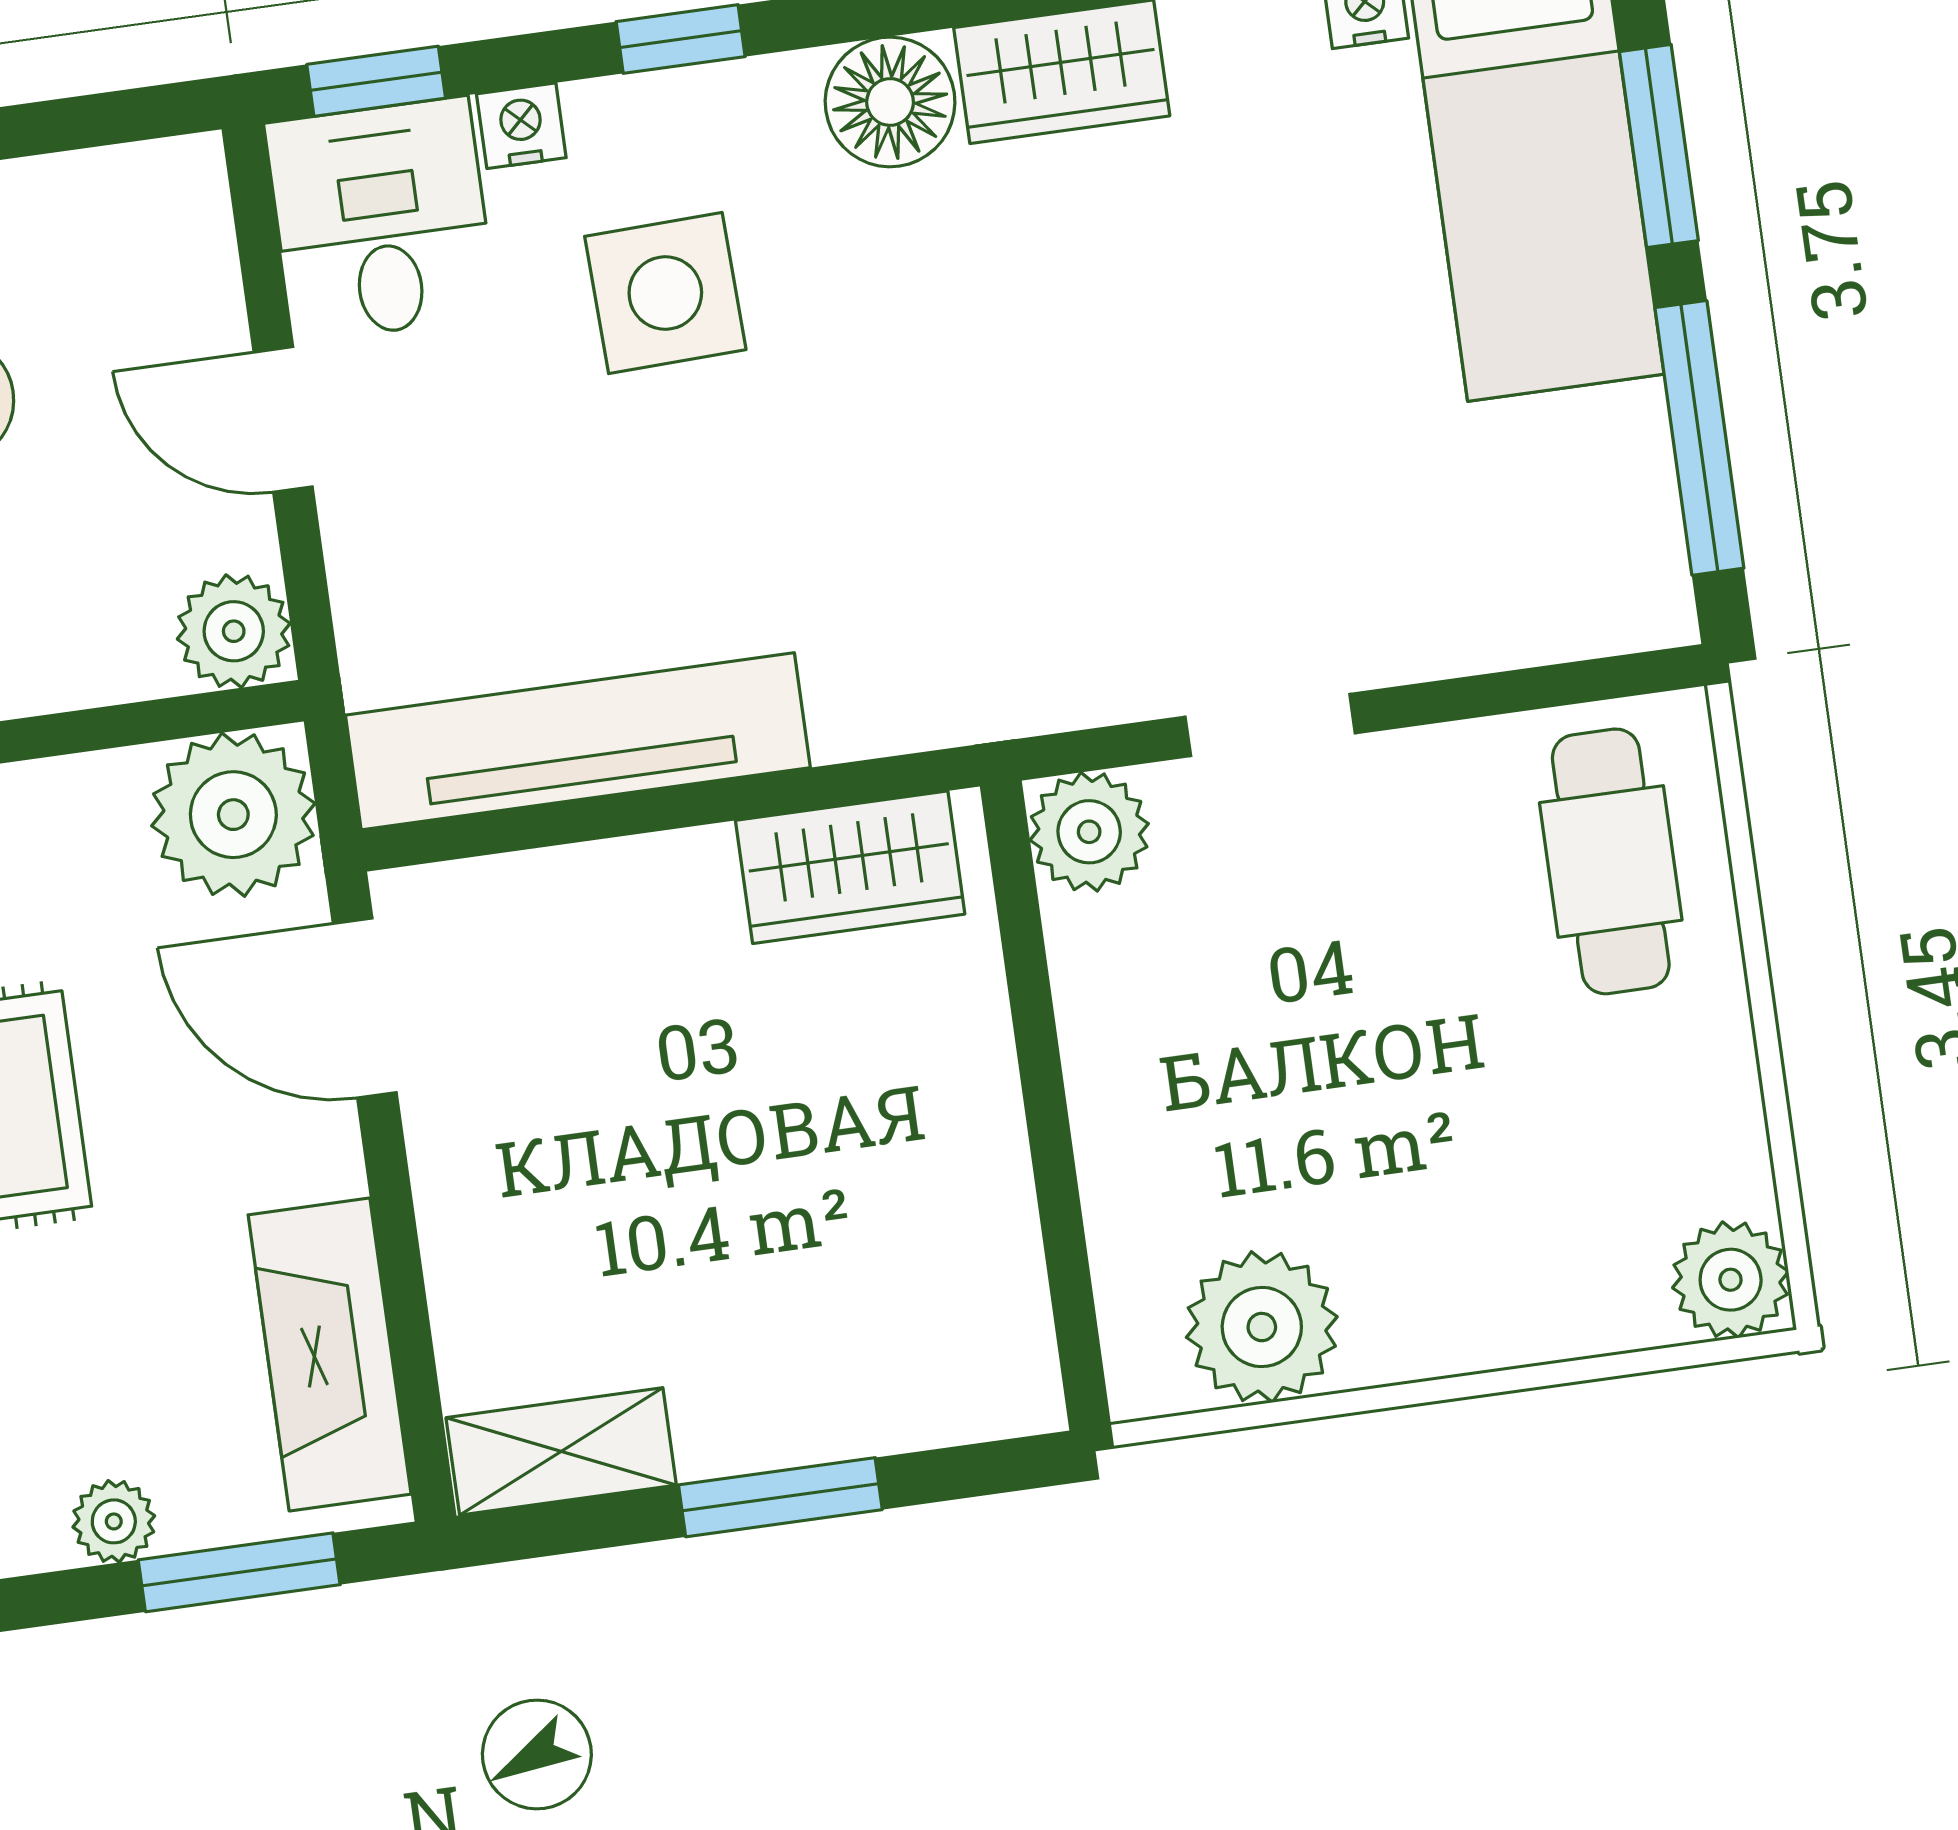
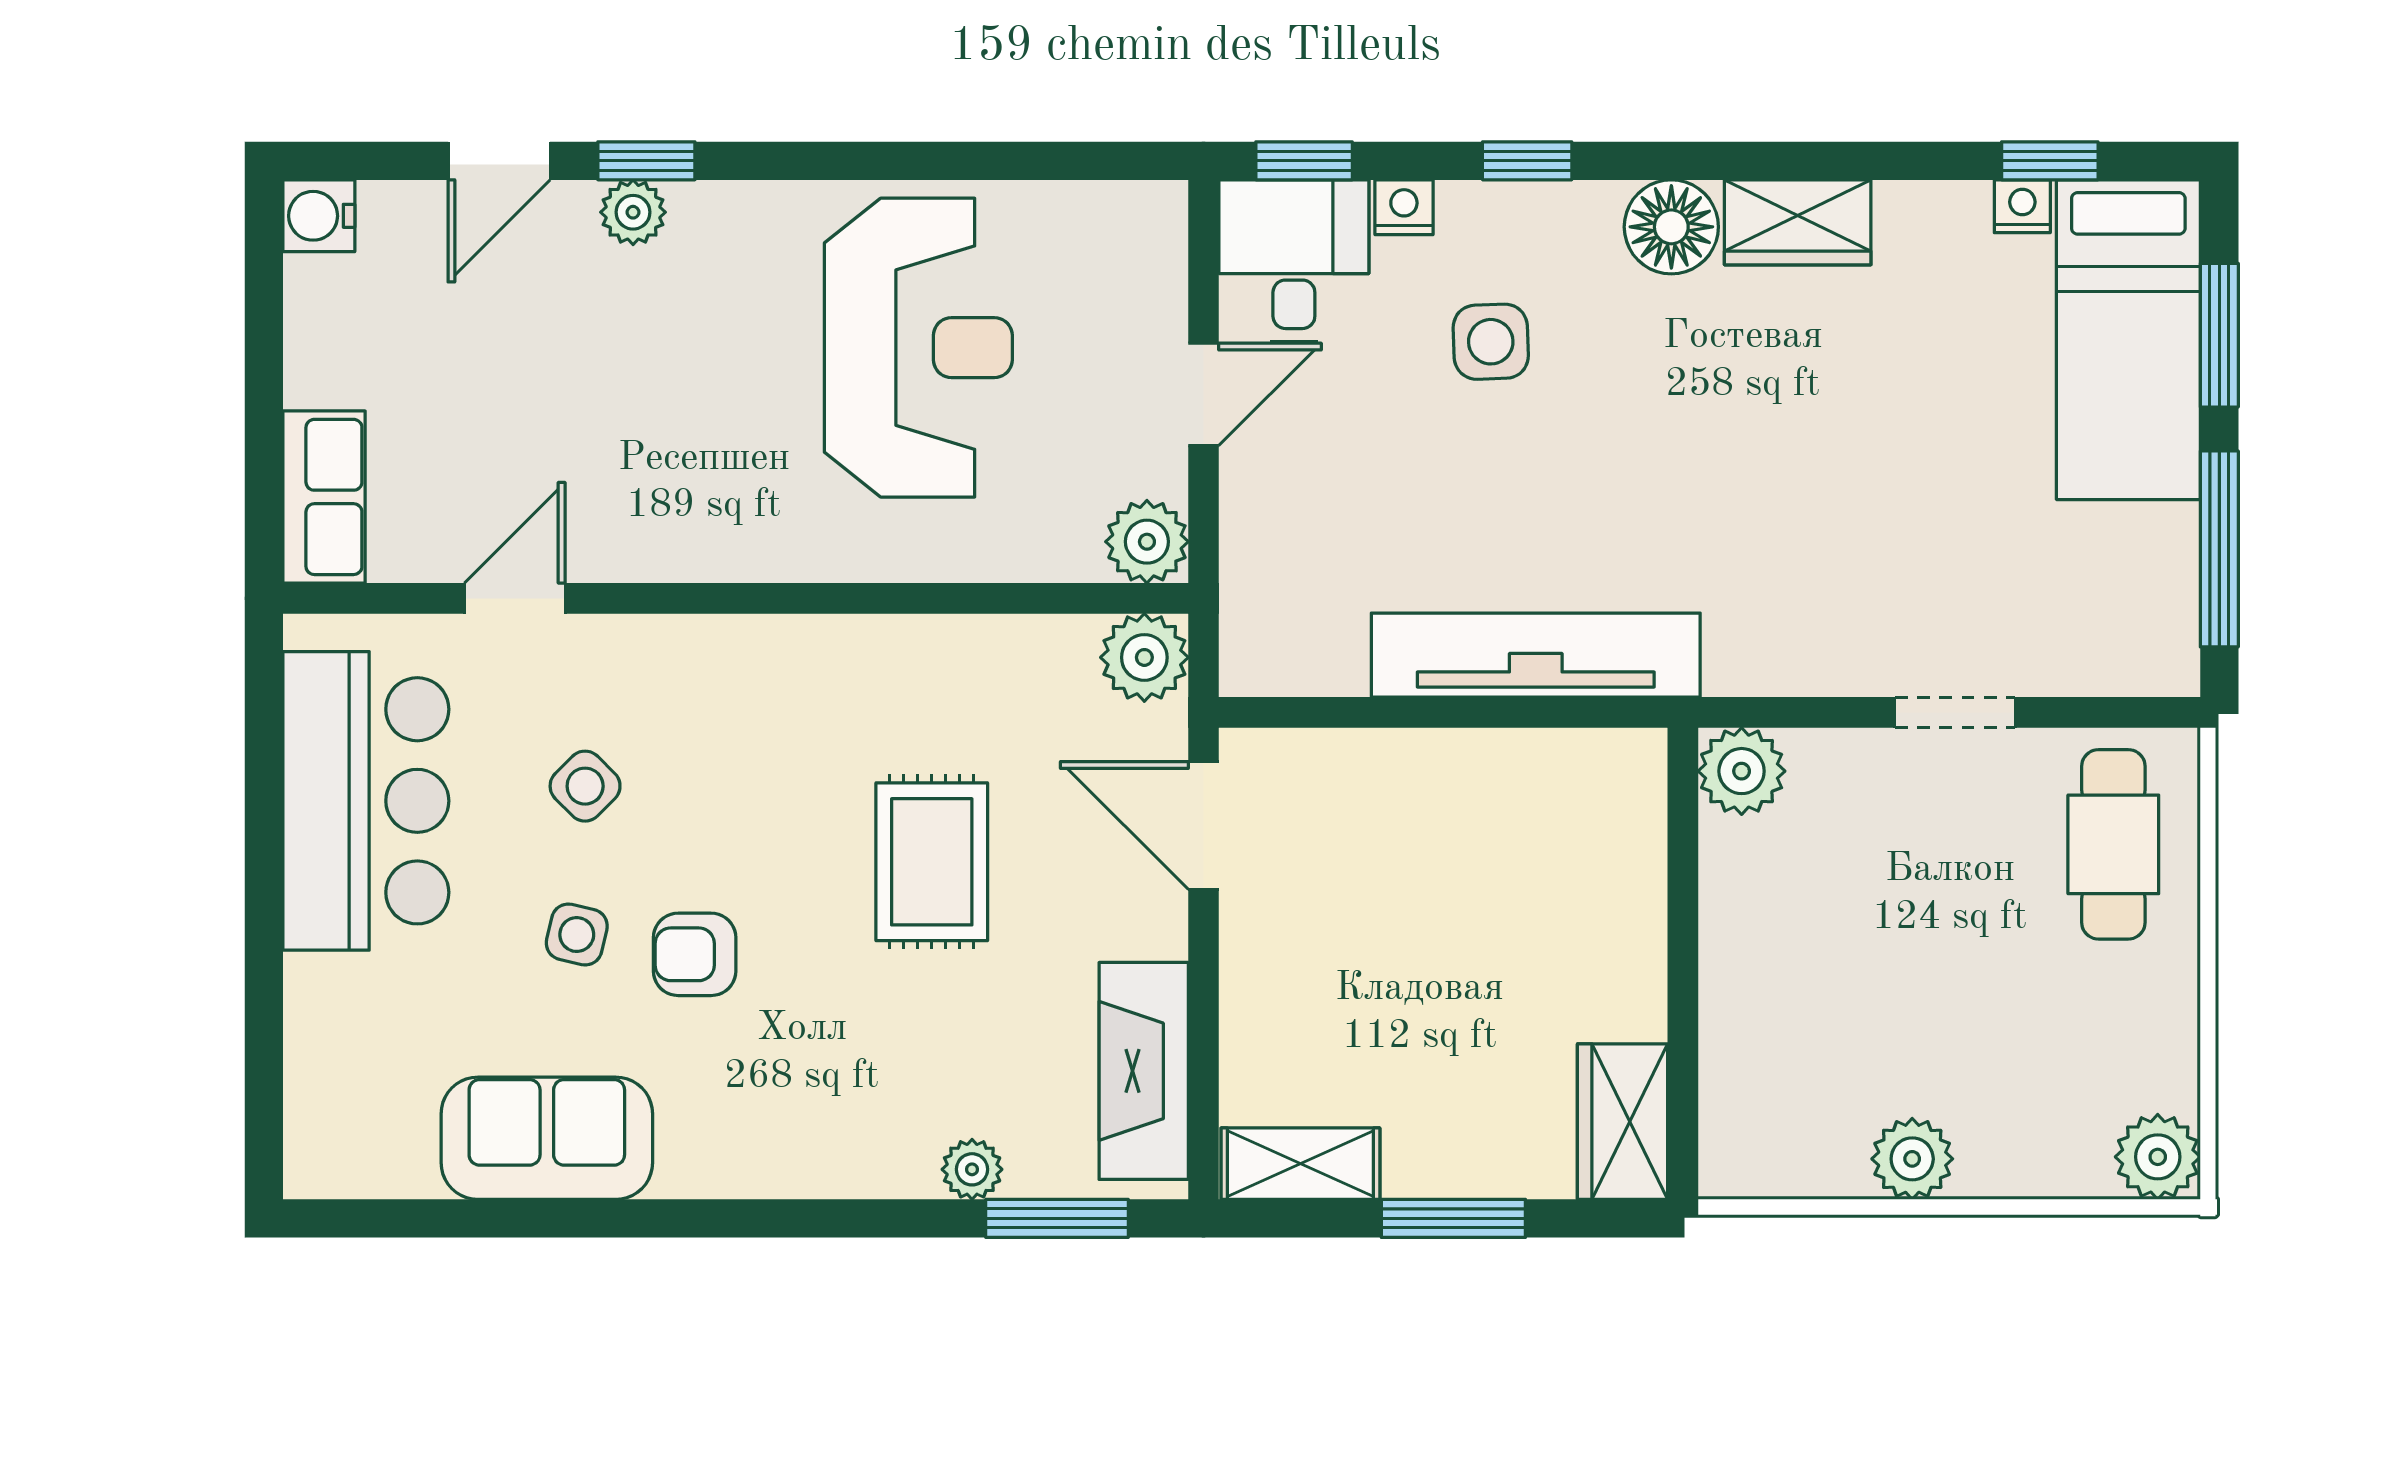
side table: (665, 293) -> (1491, 342), width x0.73, depth x0.73
door: (283, 419) -> (1204, 394), swing flipped
doorway: (1270, 725) -> (1955, 712), moved
tv unit: (578, 741) -> (1536, 655), moved
plant: (233, 815) -> (1144, 657), width x0.73, depth x0.73
wardrobe: (850, 867) -> (1623, 1122), moved, turned 90
plant: (1262, 1327) -> (1912, 1159), moved, width x0.73, depth x0.73

